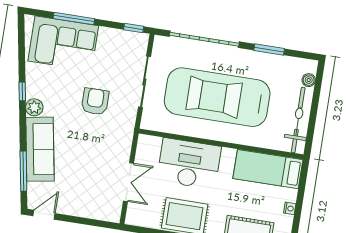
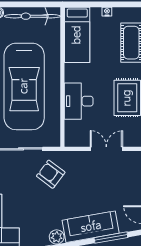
armchair: (95, 101) -> (51, 174), moved, turned 37
desk: (189, 164) -> (79, 101), width x0.73, depth x0.77

